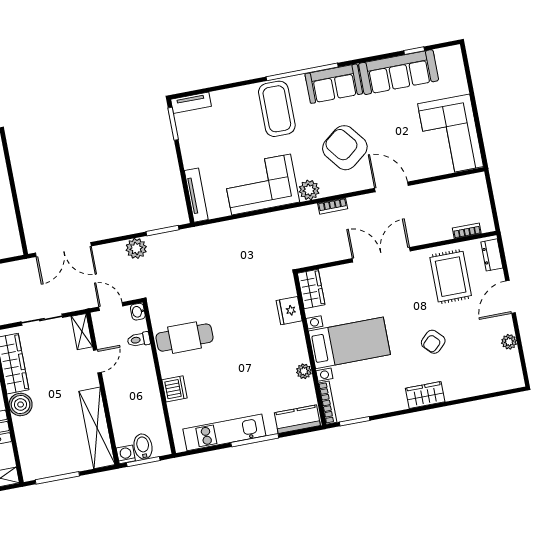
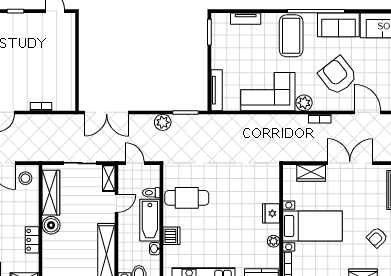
tv unit: (191, 103) -> (246, 19), moved
wardrobe: (311, 289) -> (311, 173), moved, turned 90
fridge: (289, 311) -> (271, 213), moved
washbasin: (138, 312) -> (155, 249), moved
bathtub: (144, 374) -> (150, 220), added

